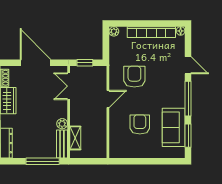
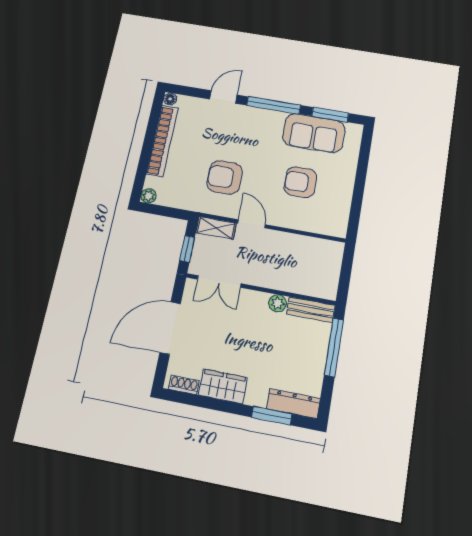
shelving: (75, 138) -> (216, 228), moved

